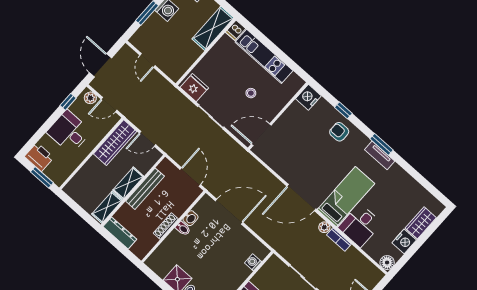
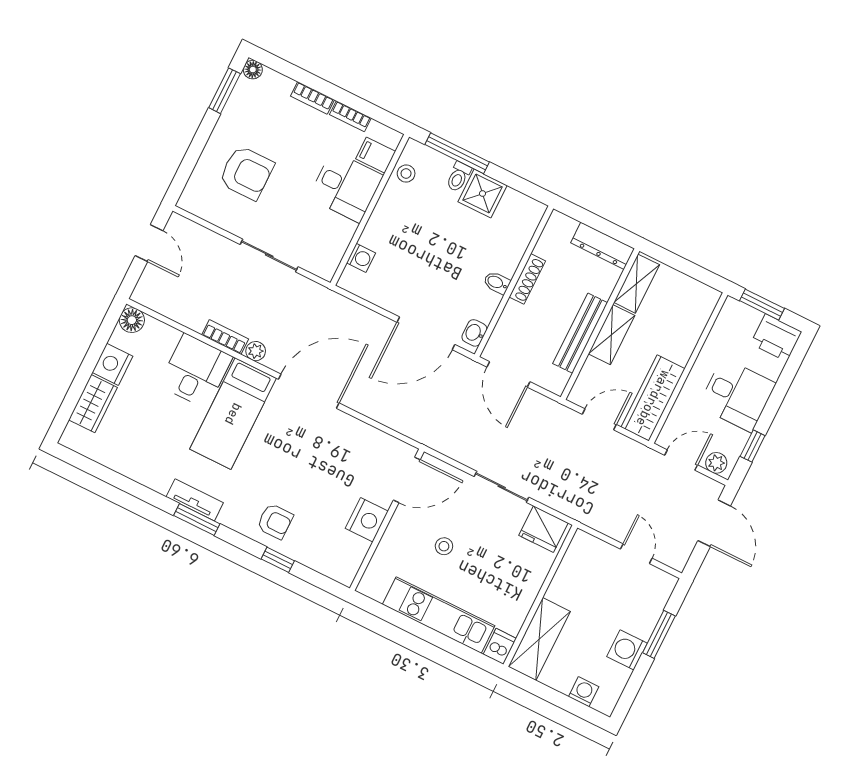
nightstand: (308, 97) -> (367, 520), moved
washbasin: (190, 218) -> (474, 333), moved

